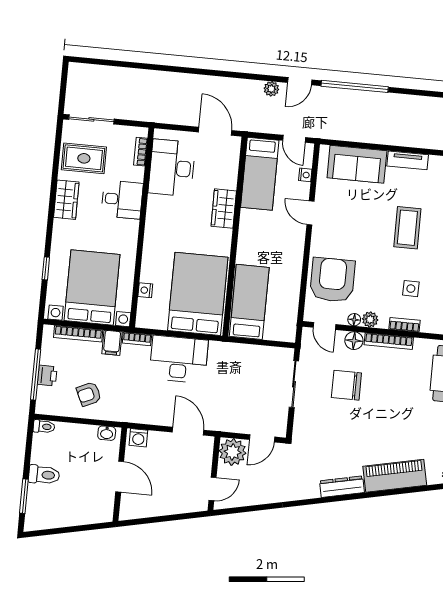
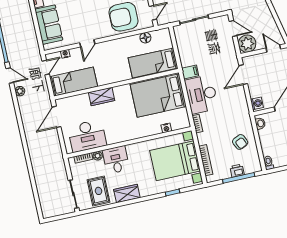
plant: (137, 174) -> (98, 156), added
floor lamp: (291, 303) -> (145, 38), added
filing cabinet: (112, 343) -> (190, 72), moved

